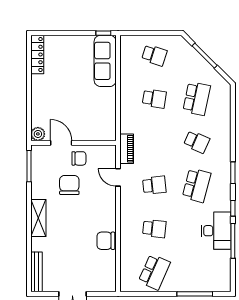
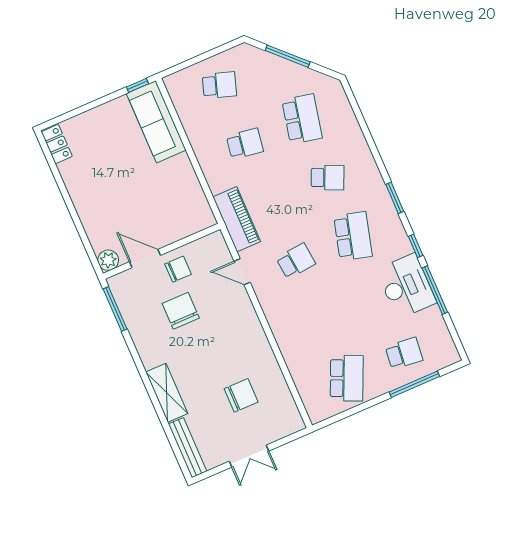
locker: (37, 54) -> (57, 144), width x0.66
piano: (127, 149) -> (237, 219), width x1.37, depth x1.33
shelving: (38, 218) -> (167, 393), moved
school desk: (154, 229) -> (404, 353), moved
chair: (106, 241) -> (241, 395), moved, turned 180

